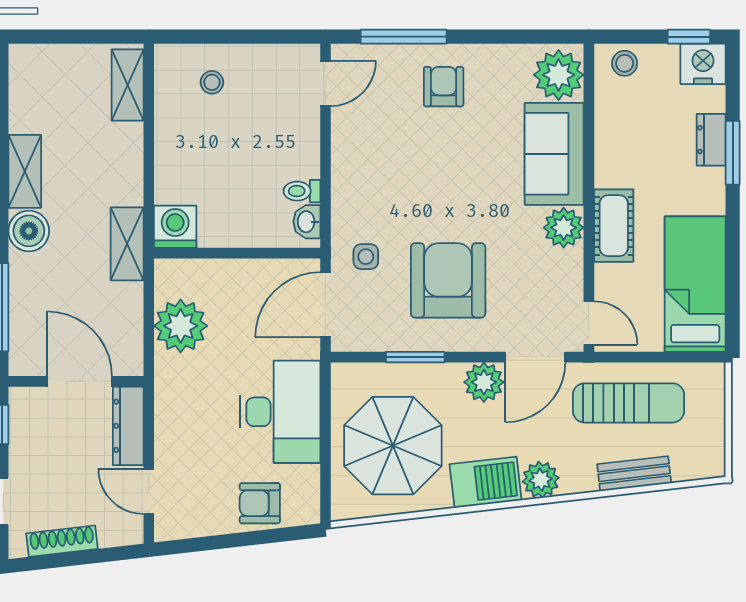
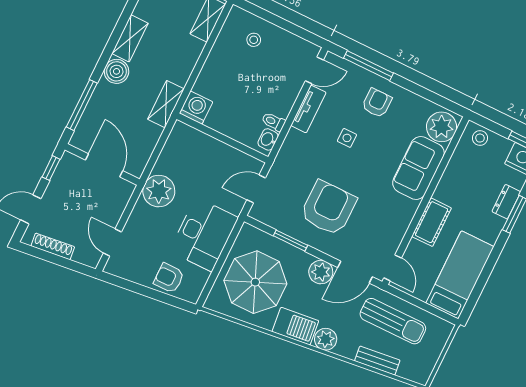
tv unit: (345, 146) -> (308, 109), added
plant: (564, 228) -> (404, 210), removed
side table: (366, 257) -> (347, 138), moved
door: (325, 305) -> (256, 189), width x0.73
plant: (181, 326) -> (159, 191), moved
dresser: (128, 426) -> (119, 202), removed

